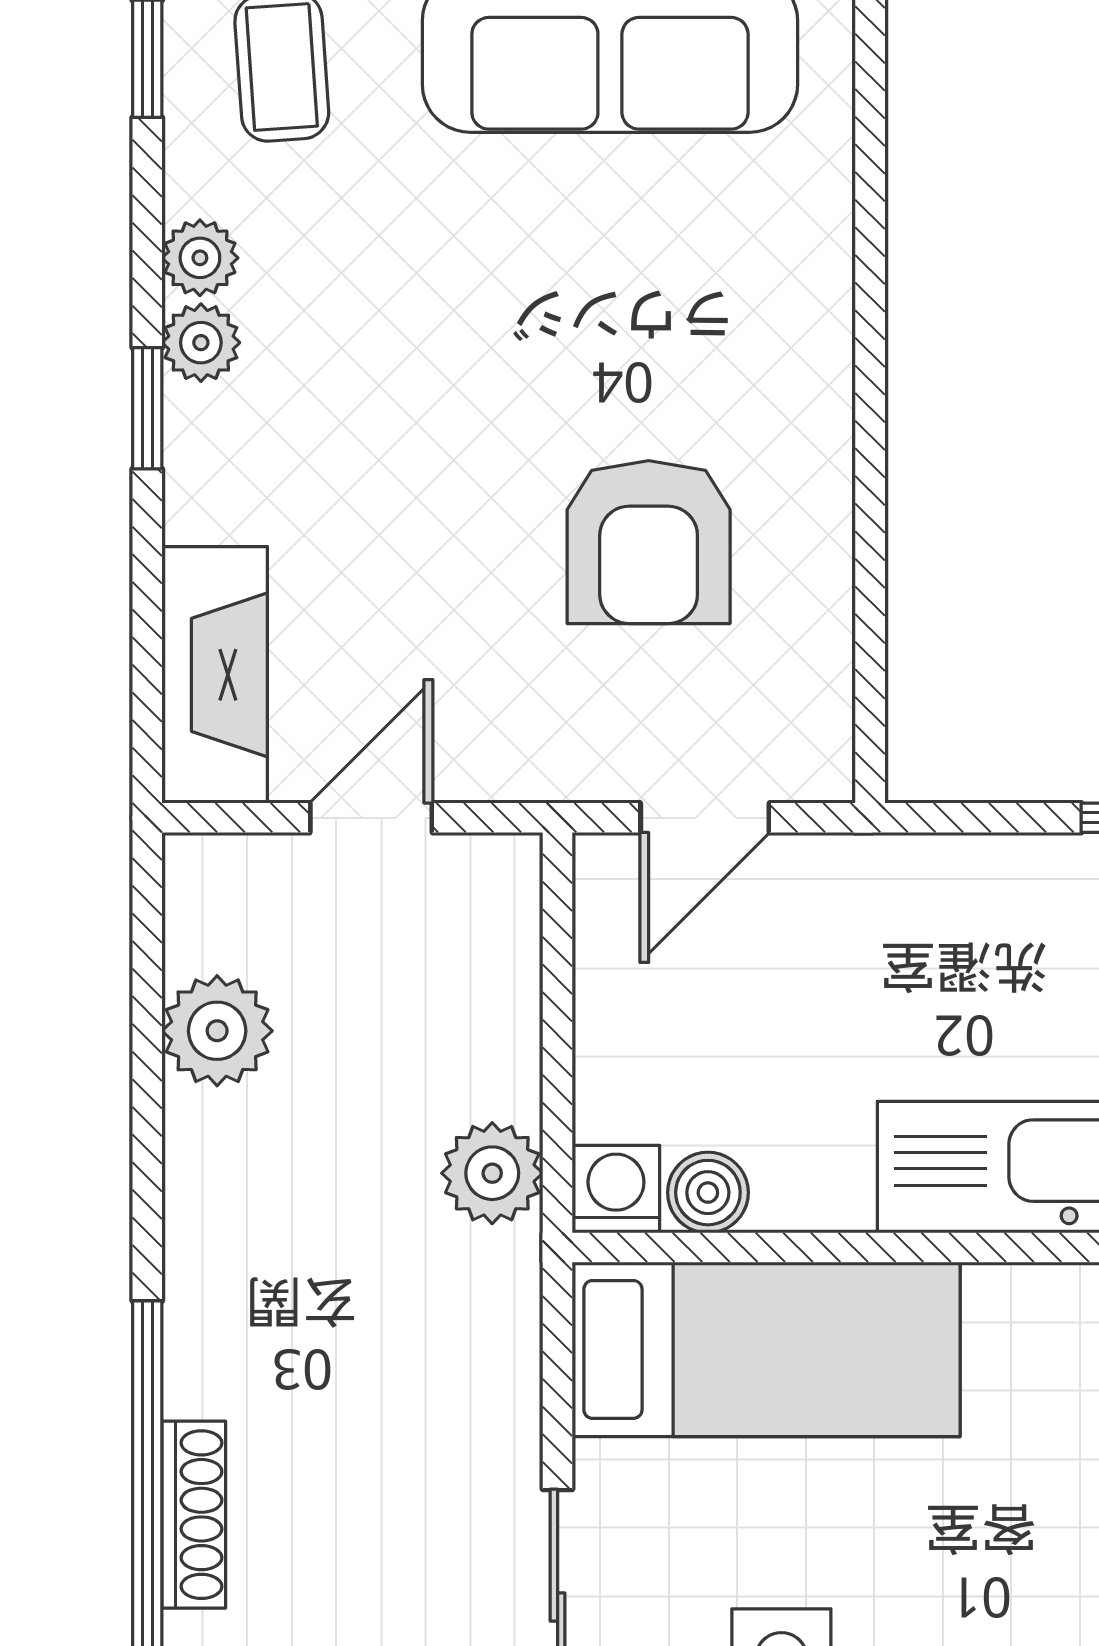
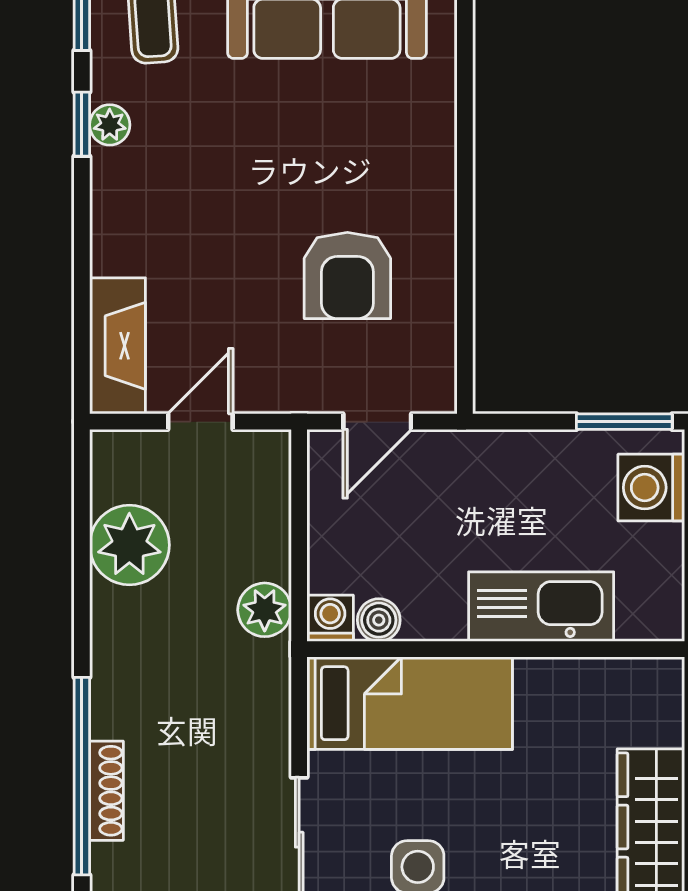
plant: (201, 343) -> (110, 170), removed
window: (147, 408) -> (82, 124), moved
plant: (217, 1031) -> (129, 545), width x1.36, depth x1.36

